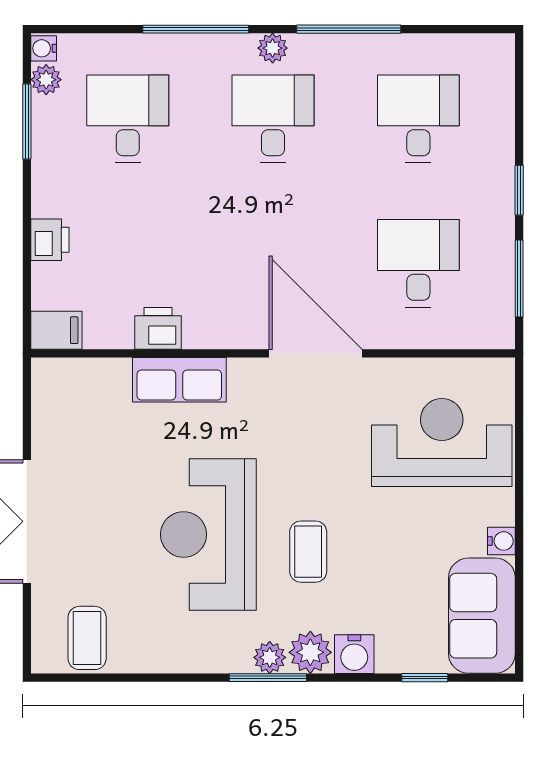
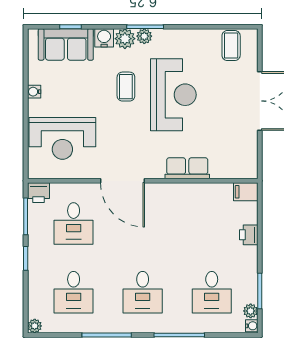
plant: (273, 48) -> (35, 326), moved
printer: (158, 328) -> (39, 193), moved
sofa: (482, 616) -> (66, 44), moved, turned 90

